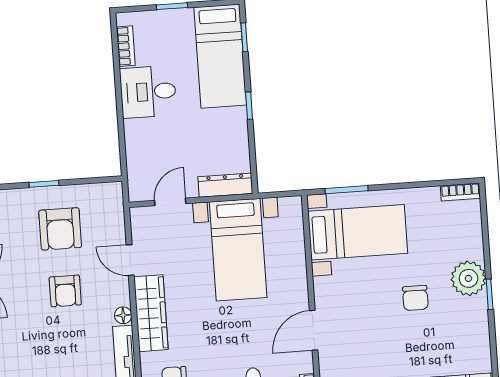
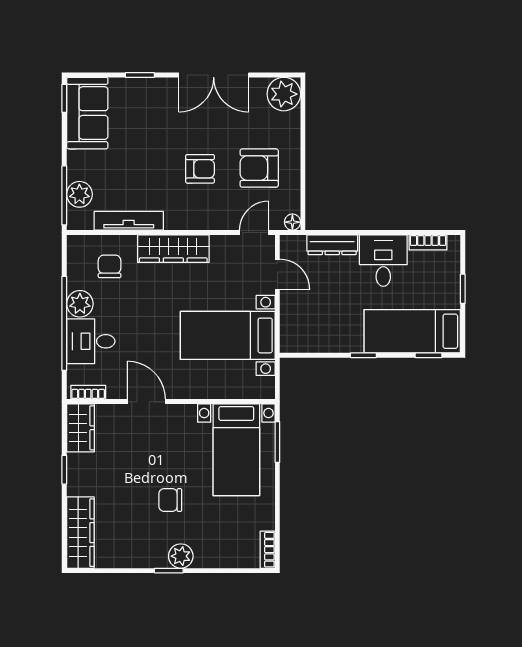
window: (44, 184) -> (303, 156), removed
dresser: (225, 185) -> (332, 245), moved, turned 90
door: (130, 260) -> (254, 232), moved
plant: (468, 278) -> (181, 556), width x0.73, depth x0.73
armchair: (65, 291) -> (200, 169), turned 180
floor lamp: (123, 315) -> (292, 222), moved

